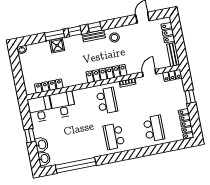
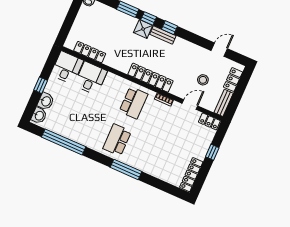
stool: (114, 37) -> (203, 80), moved
shower: (57, 45) -> (143, 29), moved
school desk: (154, 128) -> (159, 158), removed
window: (136, 153) -> (126, 169), added

